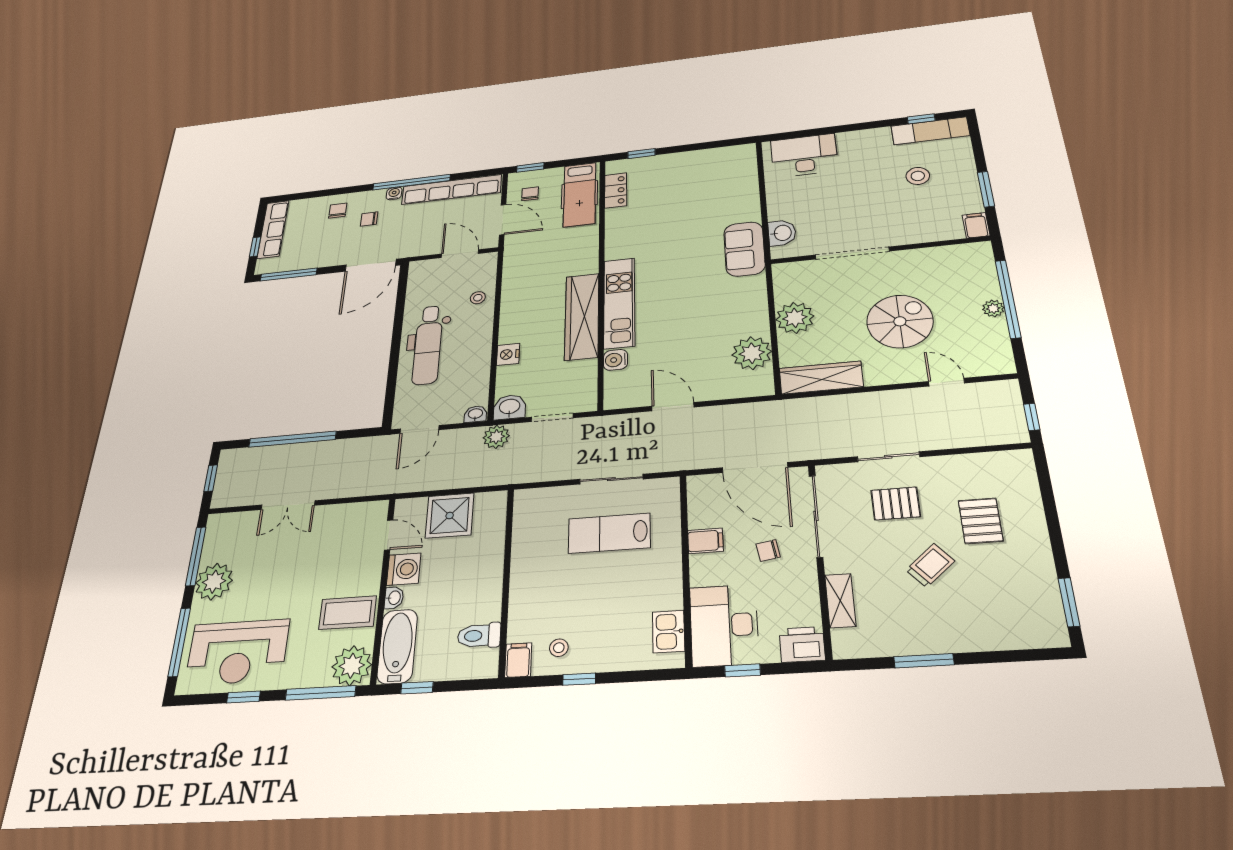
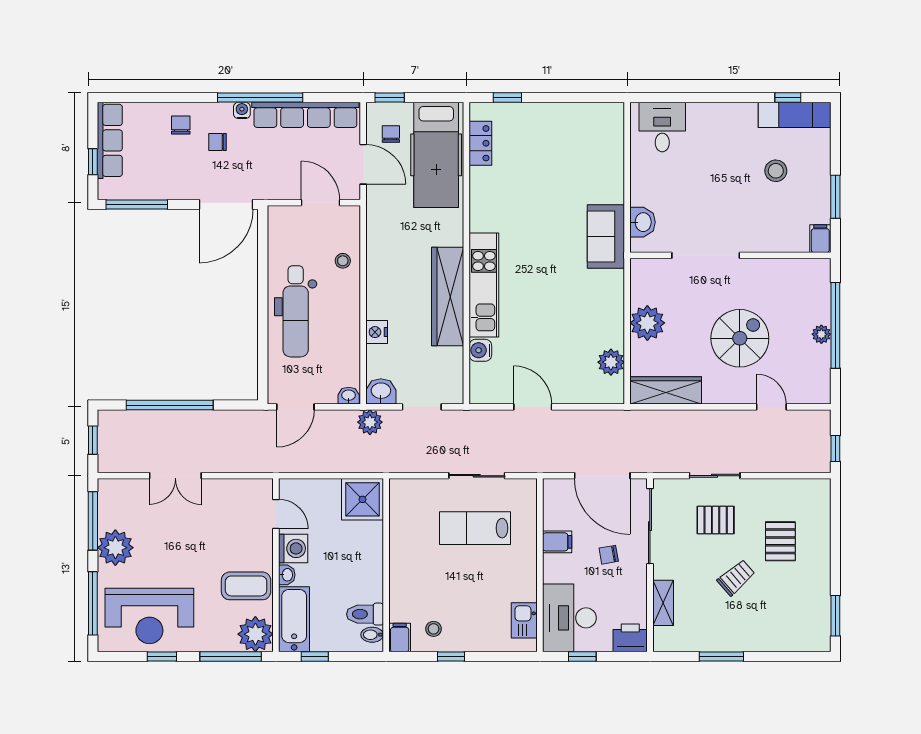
desk: (804, 155) -> (662, 127), width x0.73
hospital bed: (580, 195) -> (436, 155), width x1.37, depth x1.29
plant: (752, 353) -> (611, 362), width x0.73, depth x0.73
shower: (450, 516) -> (362, 499), moved
bidet: (486, 659) -> (372, 635), added

